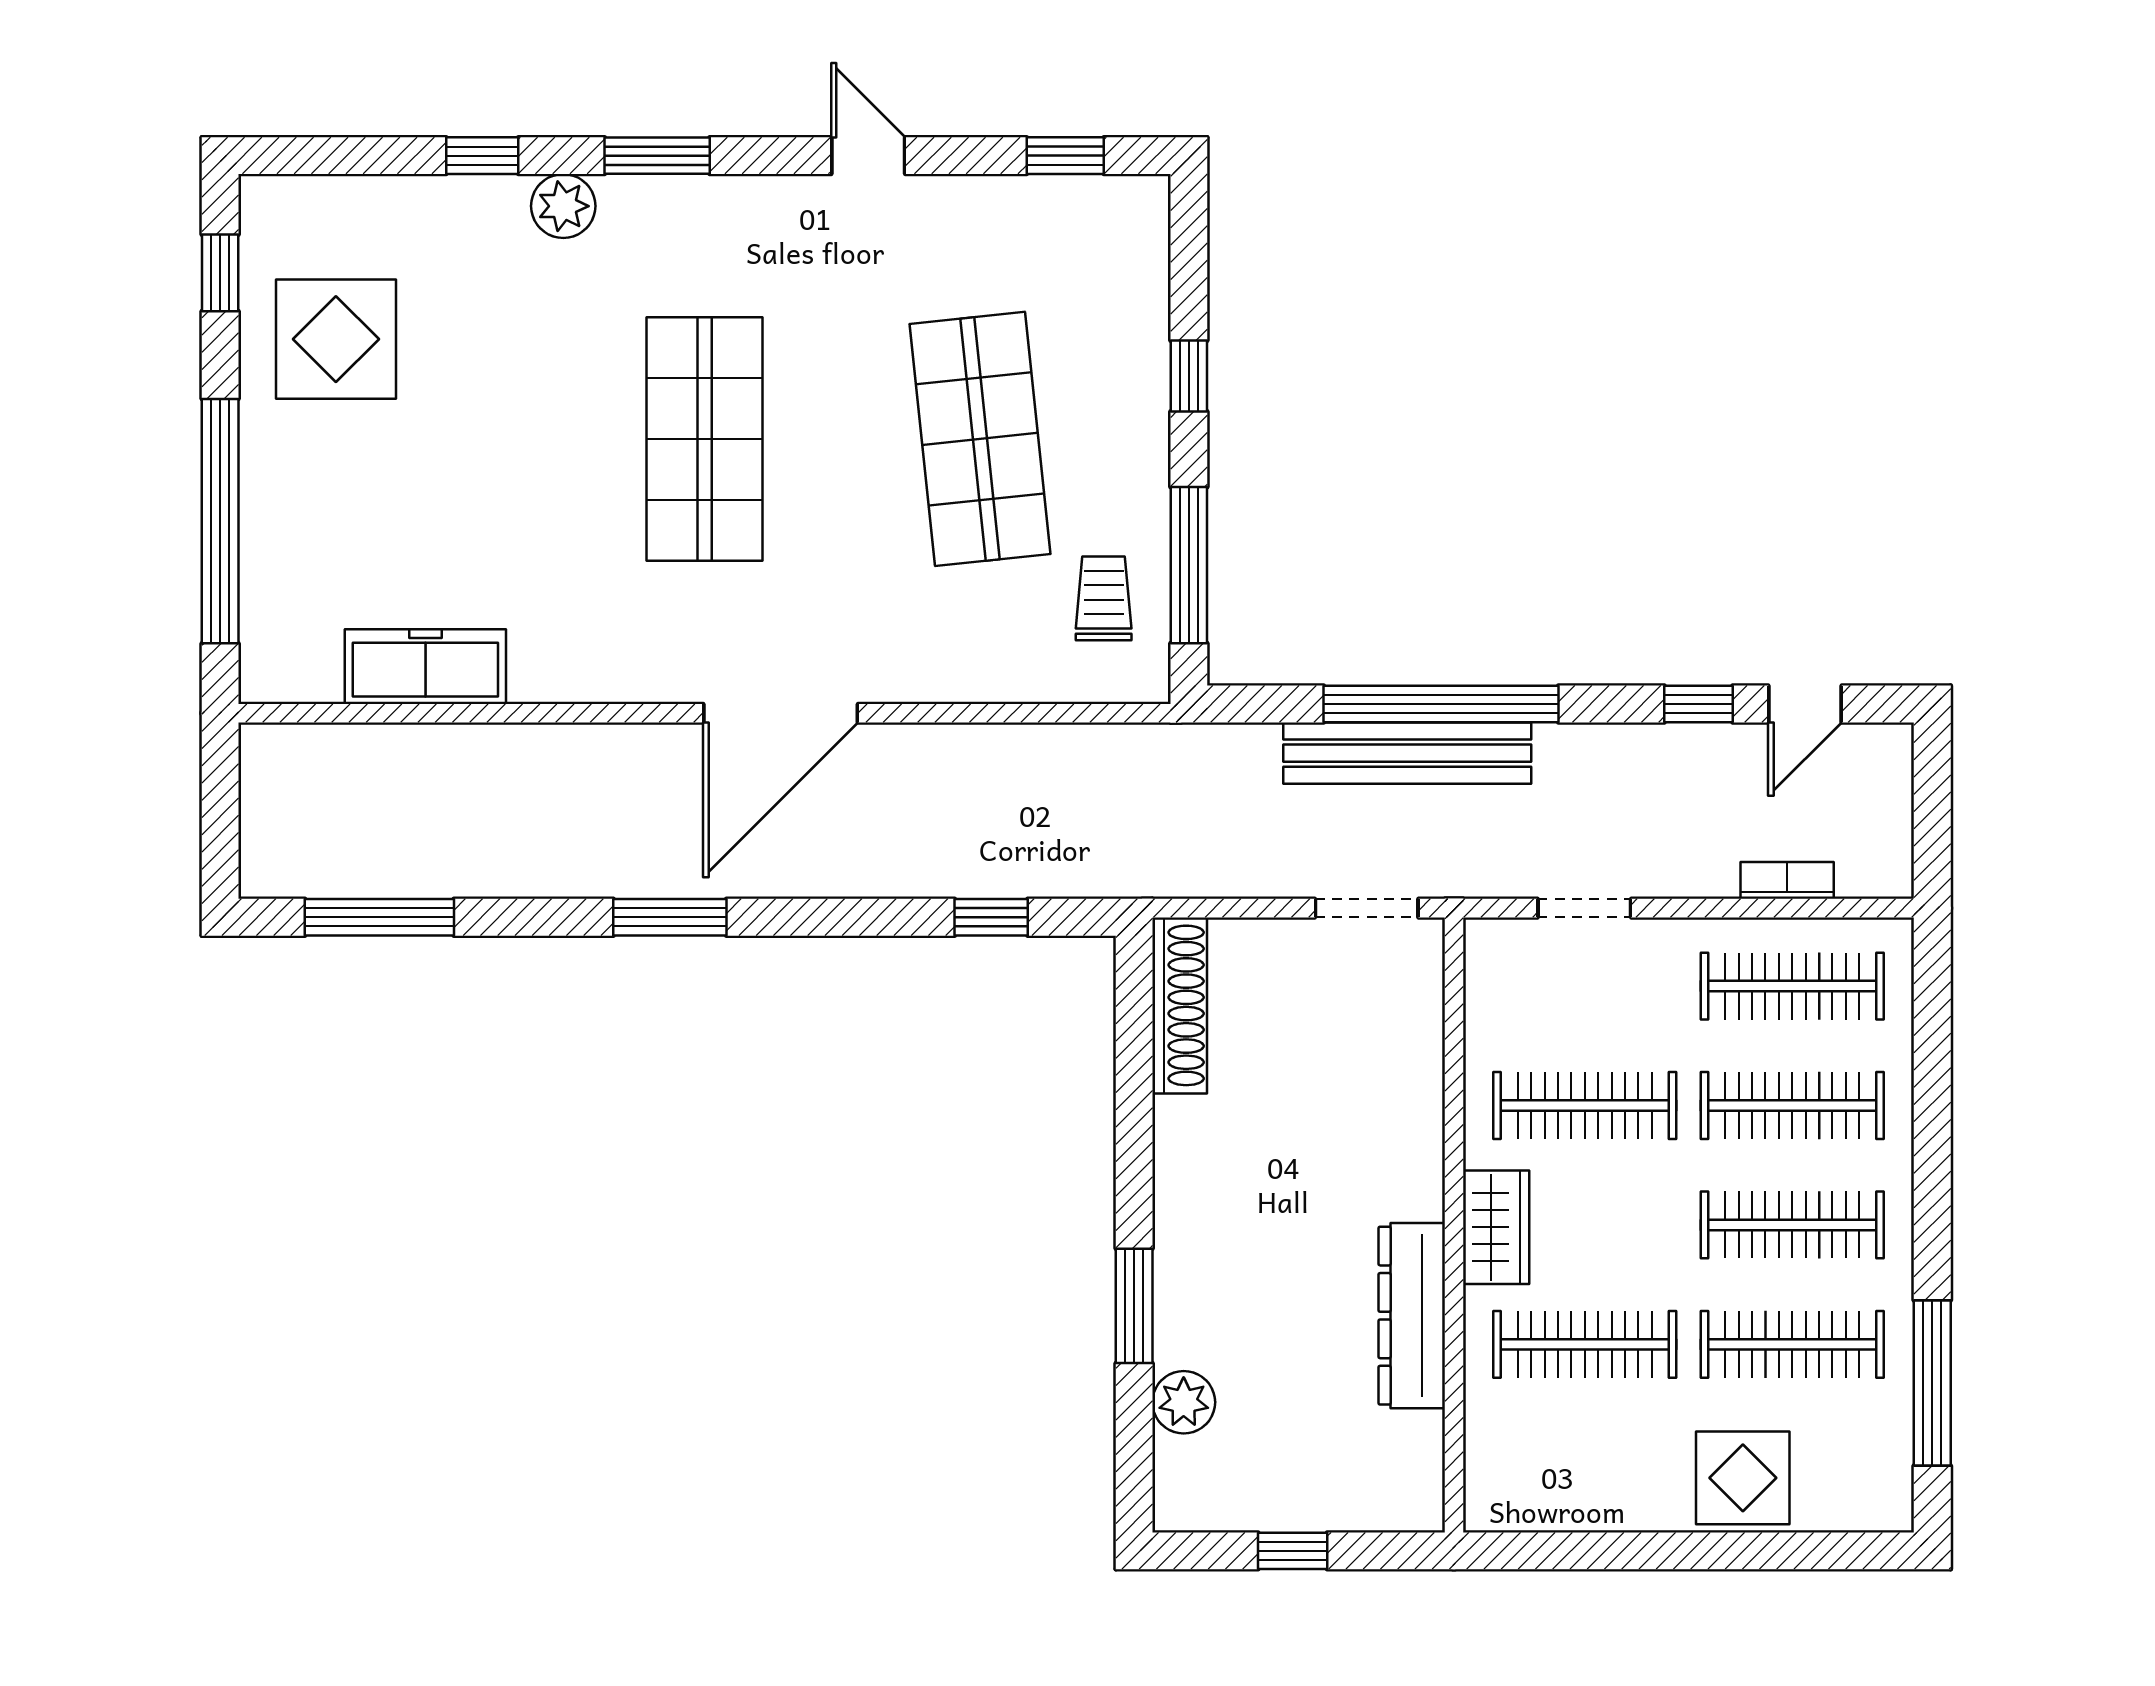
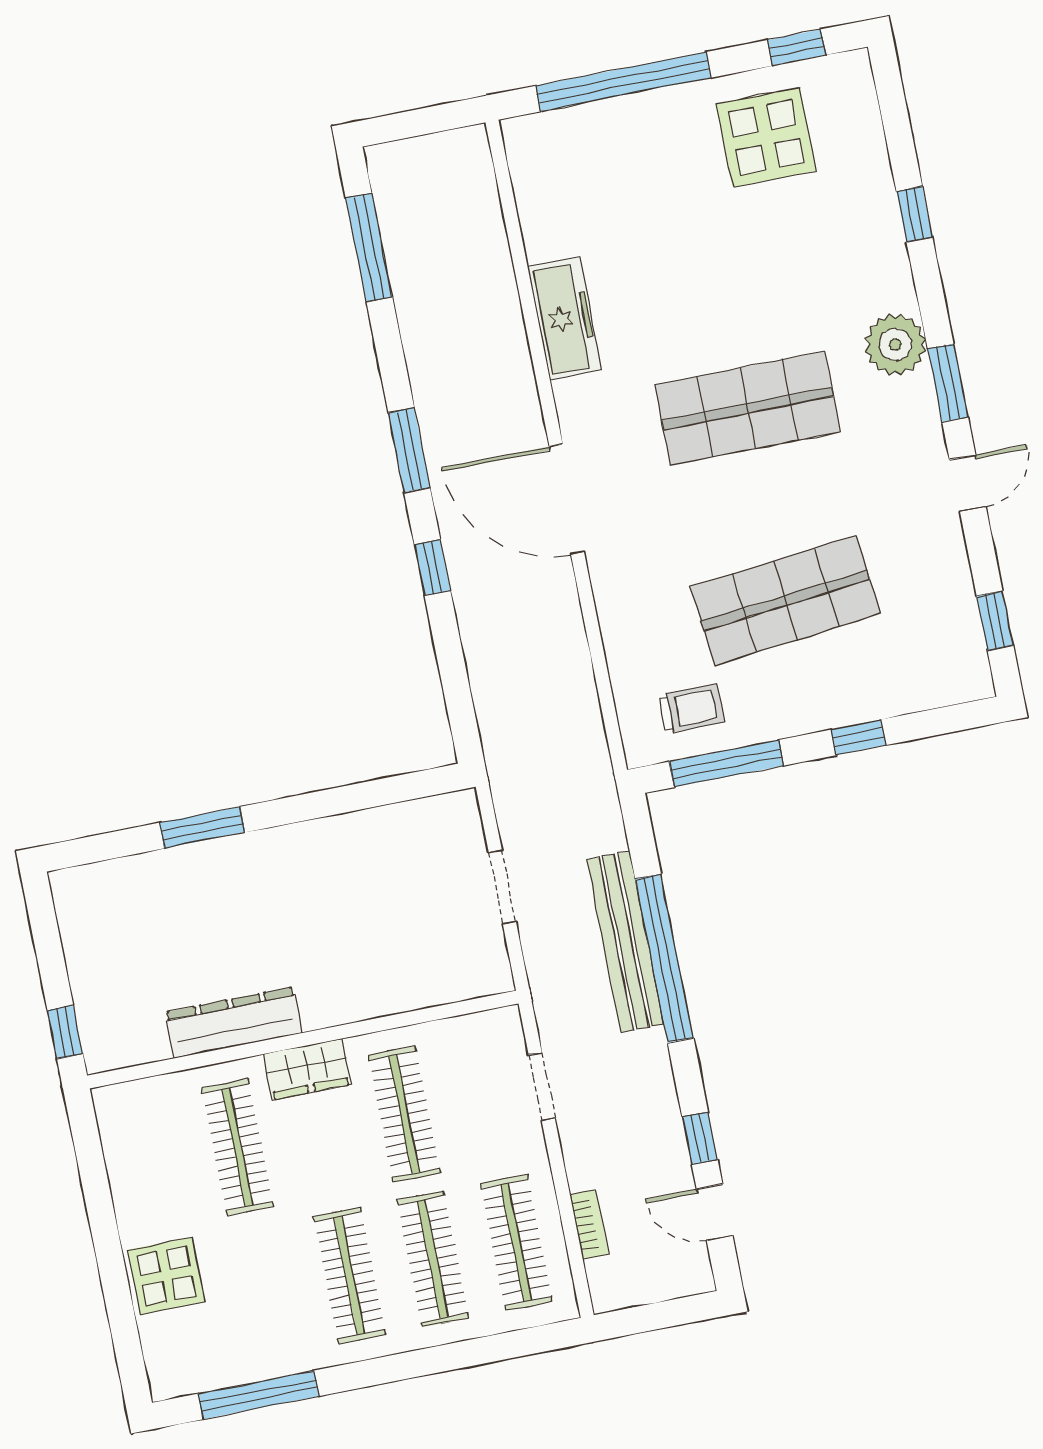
window: (657, 156) -> (948, 383), moved
plant: (563, 206) -> (895, 345), moved, width x1.36, depth x1.36
freezer: (425, 667) -> (565, 318), moved
doorway: (1367, 908) -> (502, 887), moved
window: (991, 917) -> (432, 567), moved
shoe rack: (1180, 1005) -> (418, 818), removed
clothes rail: (1792, 1344) -> (266, 1292), removed
plant: (1184, 1402) -> (142, 875), removed
window: (1293, 1551) -> (65, 1032), moved

